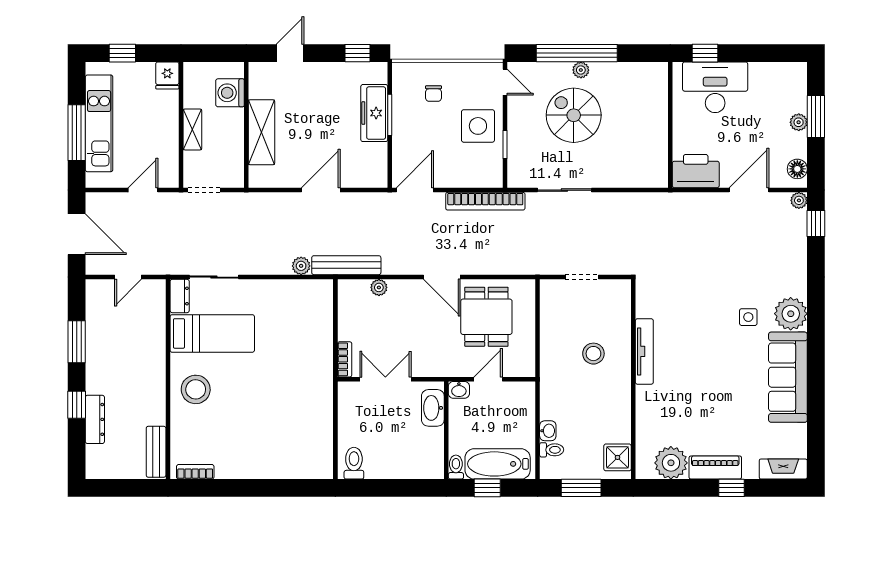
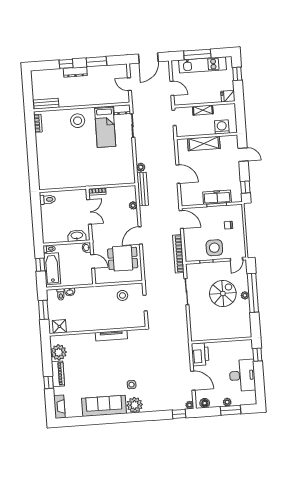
desk: (715, 87) -> (242, 375), moved
stool: (593, 354) -> (122, 295), moved
dresser: (95, 419) -> (75, 72), moved

